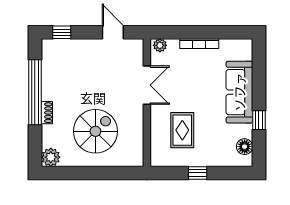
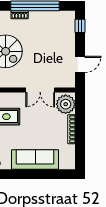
plant: (160, 45) -> (66, 104), width x1.88, depth x1.88
window: (259, 120) -> (14, 174), removed

